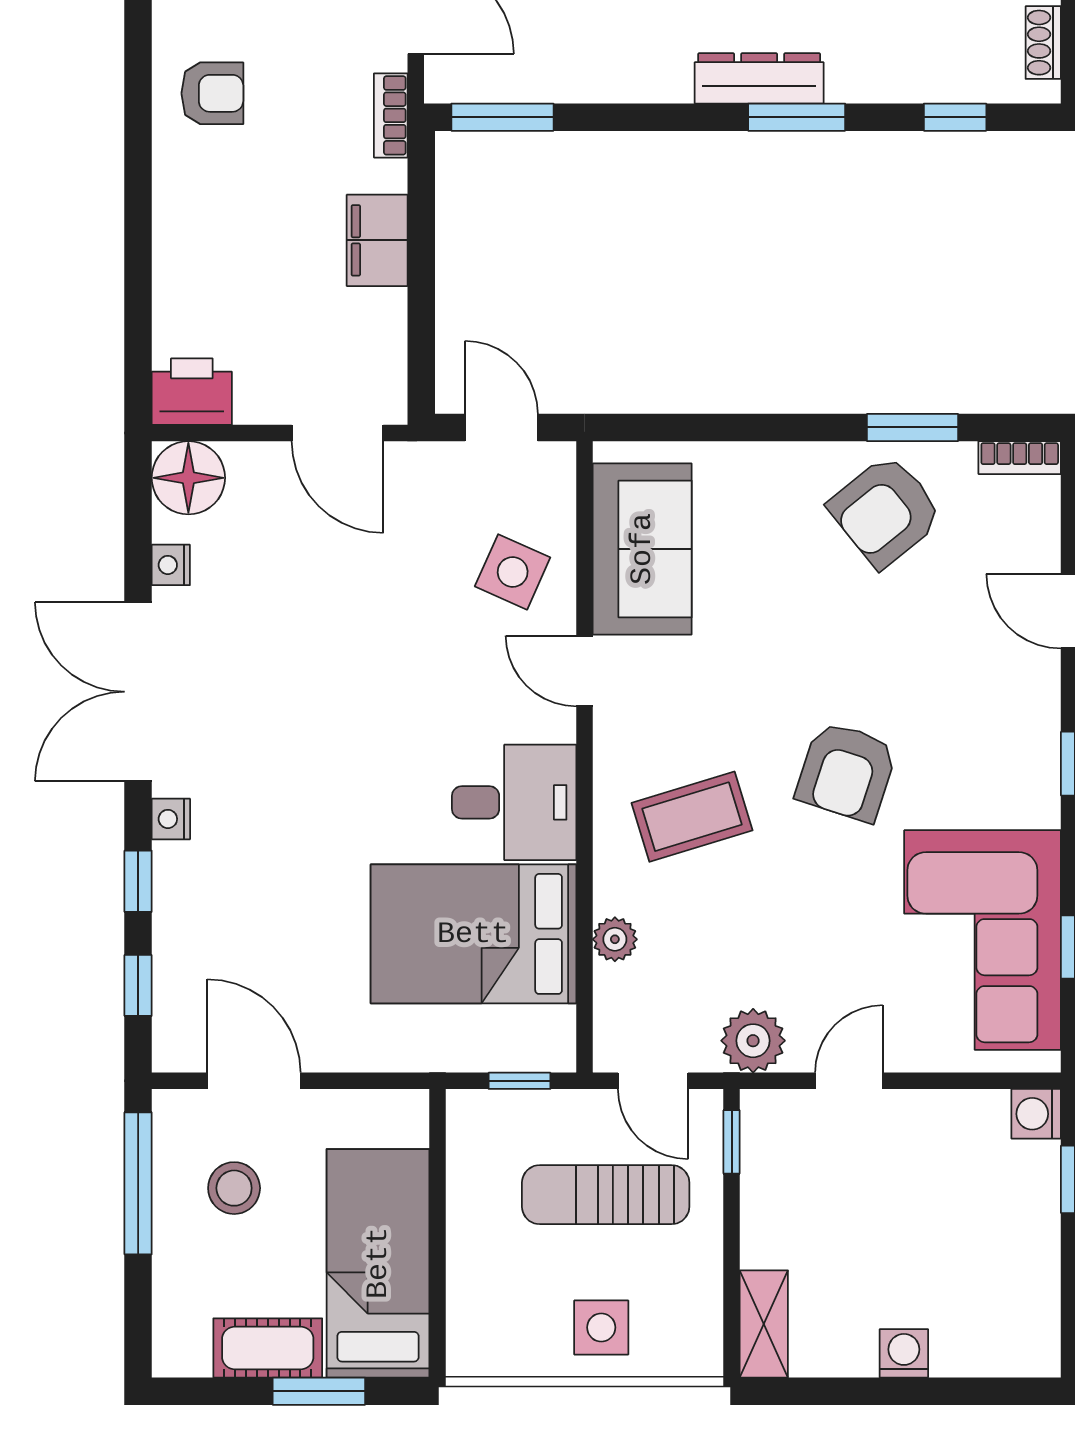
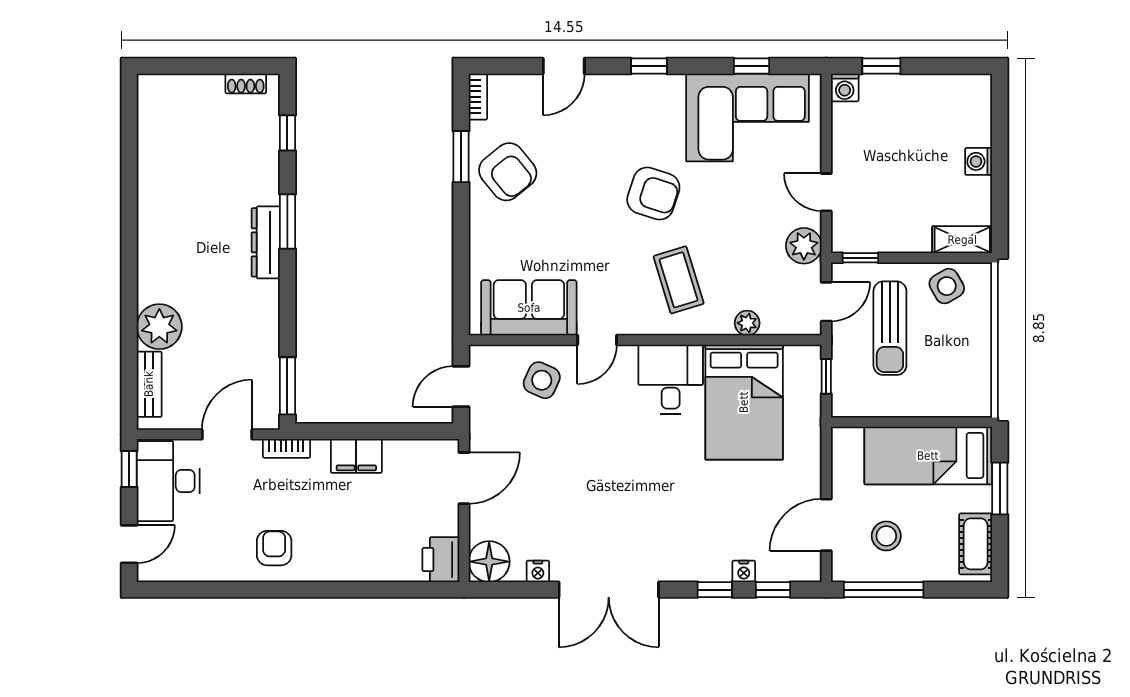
nightstand: (171, 819) -> (744, 571), moved
side table: (601, 1327) -> (947, 286), moved, turned -30
cot: (268, 1348) -> (976, 544), moved

